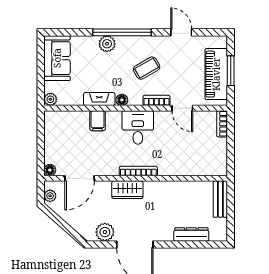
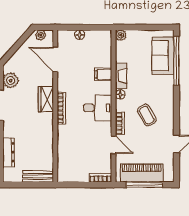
window: (122, 32) -> (176, 61), moved
plant: (107, 44) -> (167, 82), removed
sofa: (57, 58) -> (163, 56), moved, turned 90
window: (231, 71) -> (145, 185), width x1.44
door: (182, 108) -> (114, 145), swing flipped
floor lamp: (50, 170) -> (80, 35), moved

